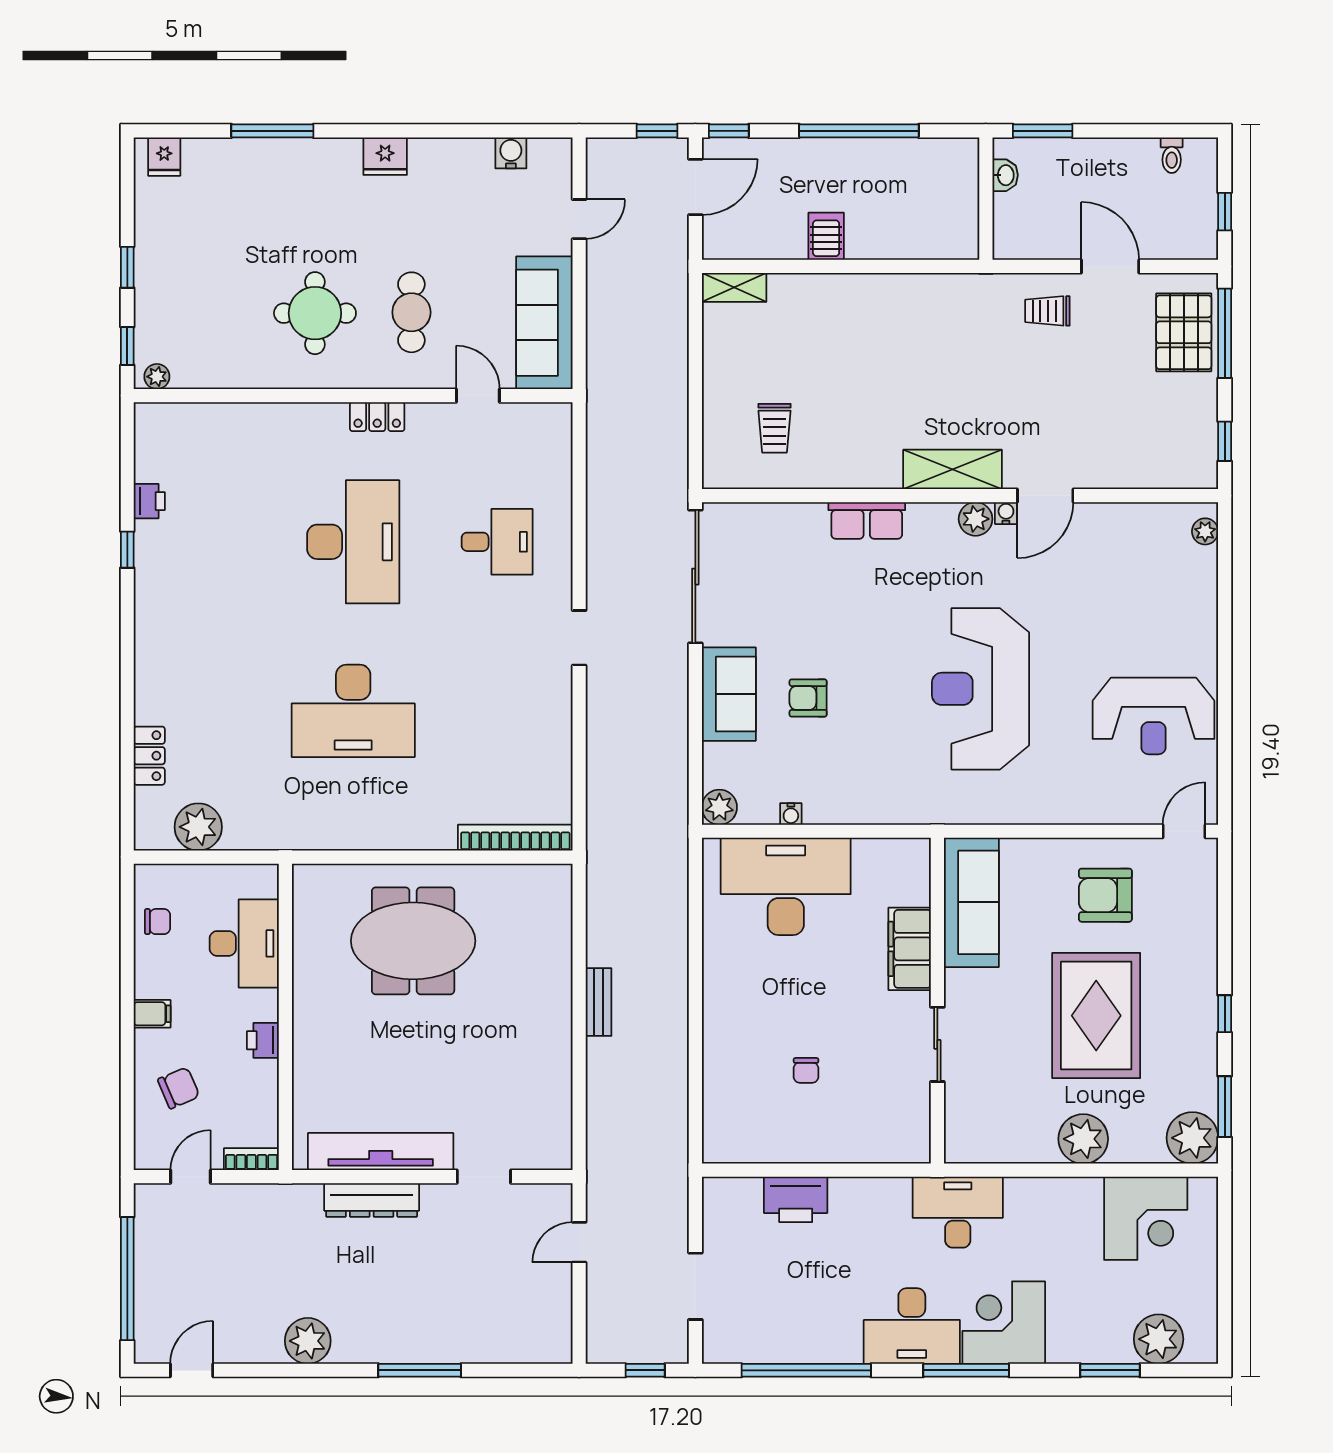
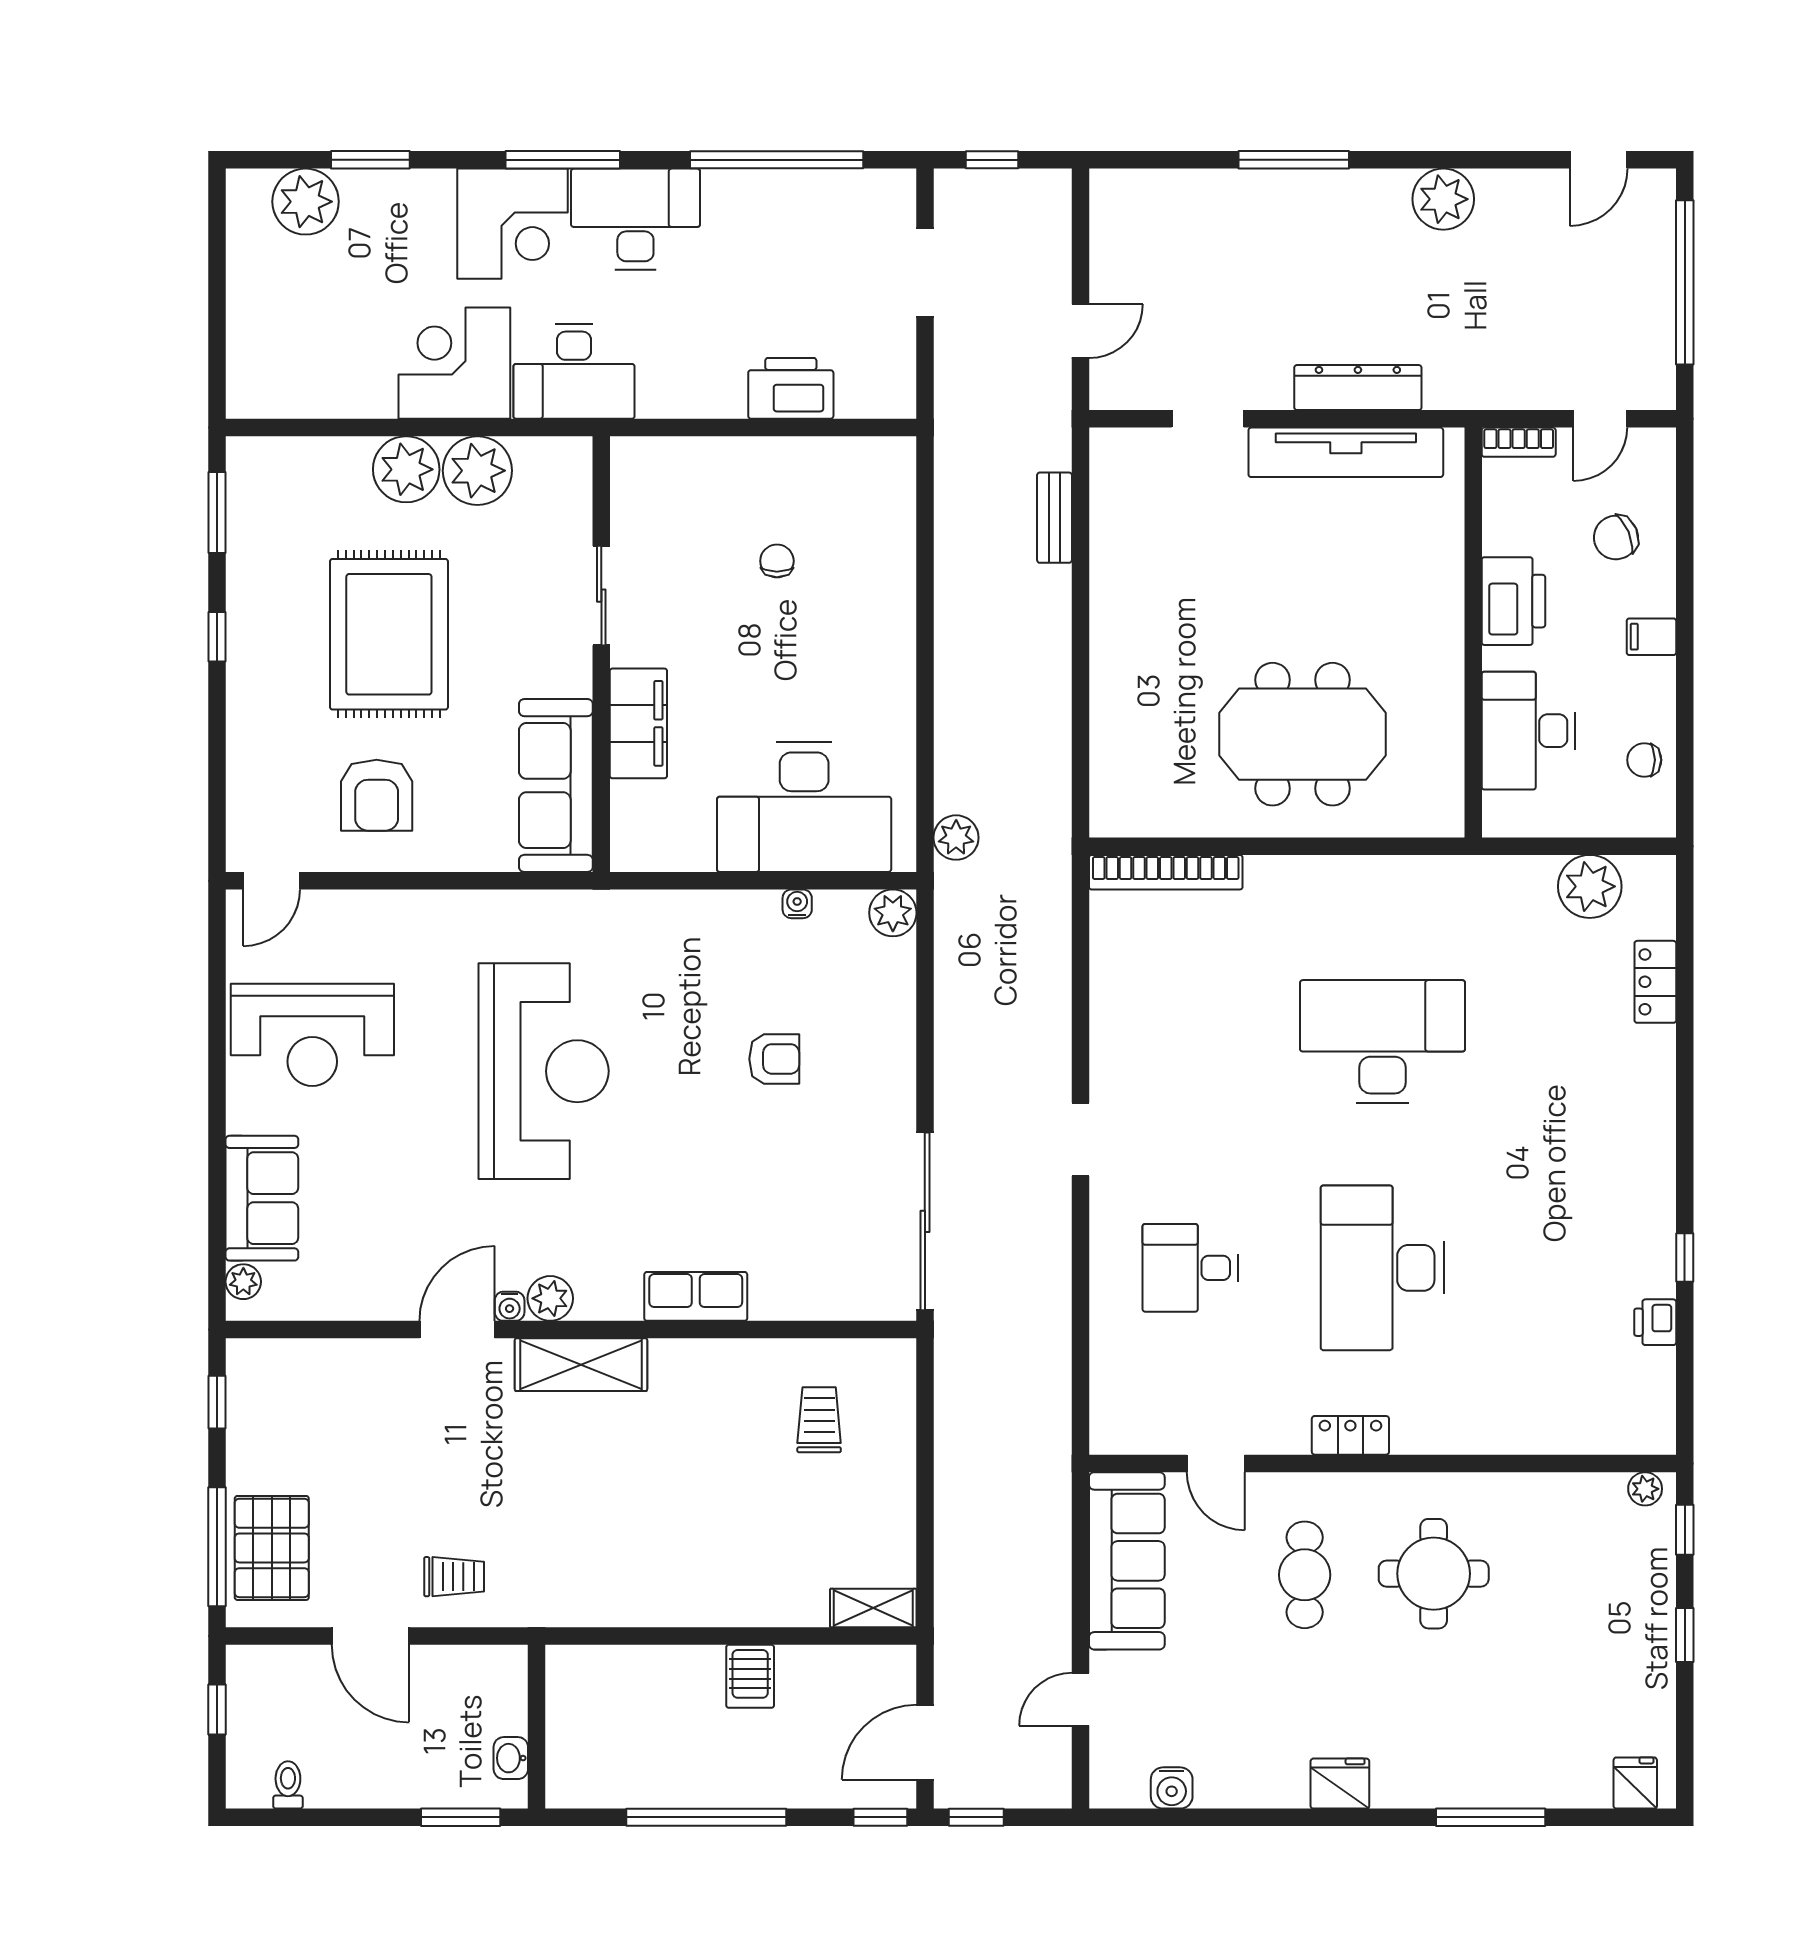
sofa: (729, 694) -> (262, 1198), moved, turned 180
reception desk: (1153, 716) -> (312, 1035), turned 180
plant: (672, 864) -> (956, 838), added
armchair: (1105, 895) -> (377, 795), turned 90
bench: (598, 1002) -> (1054, 518), moved
printer: (263, 1040) -> (1513, 601), width x1.87, depth x1.48
plant: (1192, 1138) -> (477, 471), moved
corner desk: (1146, 1218) -> (454, 363), moved

